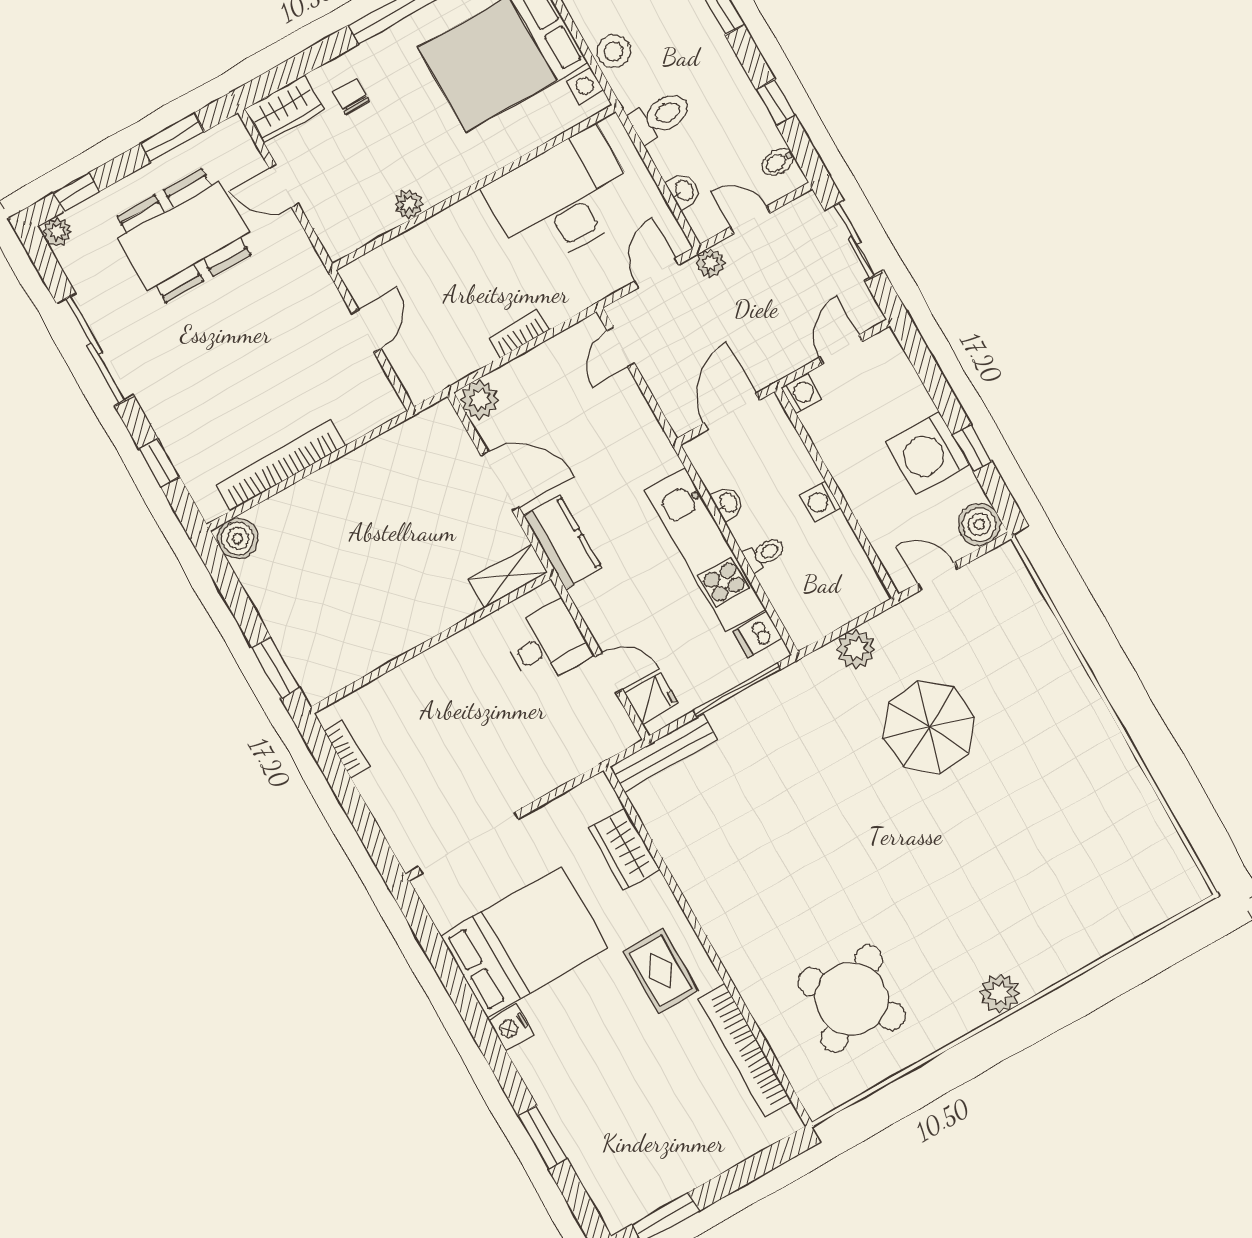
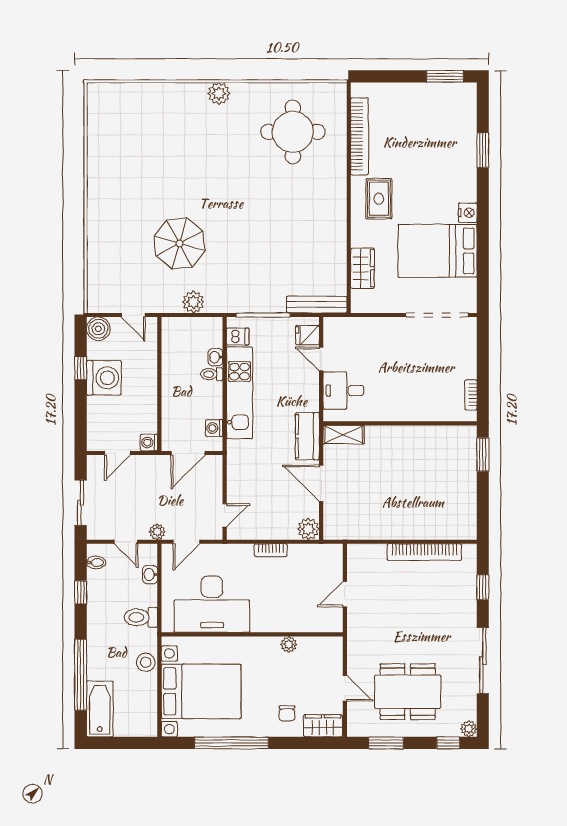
washing machine: (820, 501) -> (214, 428), moved, turned 180
washbasin: (728, 503) -> (215, 357), moved
boiler: (238, 538) -> (465, 528), removed
round table: (852, 999) -> (293, 132), turned 37

